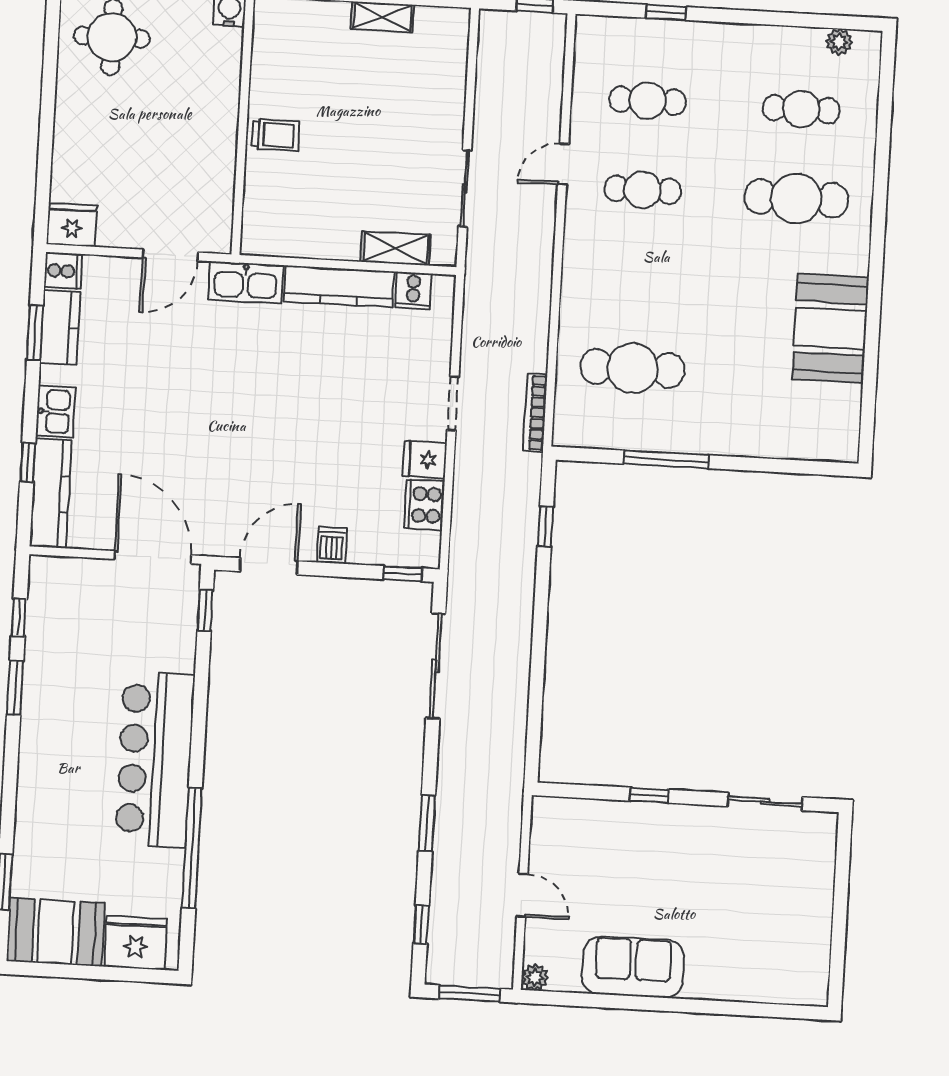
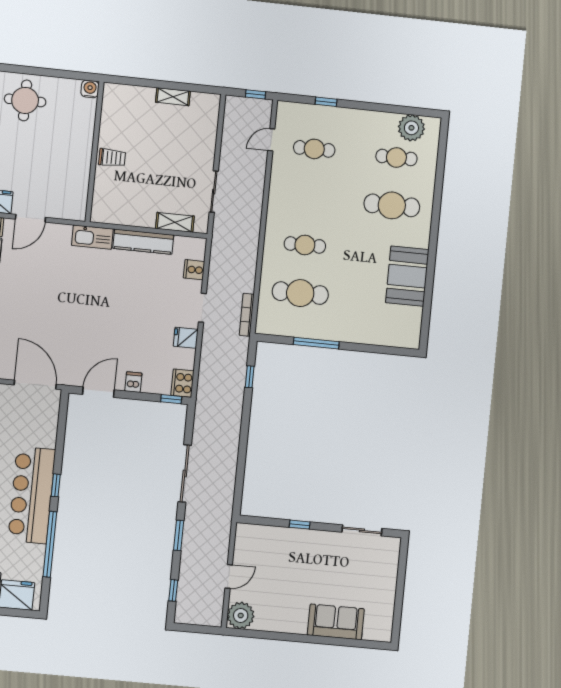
plant: (839, 42) -> (411, 128), width x1.87, depth x1.87
door: (563, 164) -> (271, 140), moved
cafe table: (643, 190) -> (305, 245), moved
door: (171, 255) -> (30, 218), moved
cooker: (413, 291) -> (194, 270), moved, turned 90
cooker: (424, 505) -> (182, 383), moved
window: (205, 610) -> (56, 485), moved
sliding door: (436, 666) -> (185, 474), moved
door: (522, 895) -> (229, 576), hinge flipped
sofa: (633, 967) -> (336, 622), moved
plant: (535, 977) -> (241, 616), width x1.87, depth x1.87
window: (470, 994) -> (198, 629), removed

